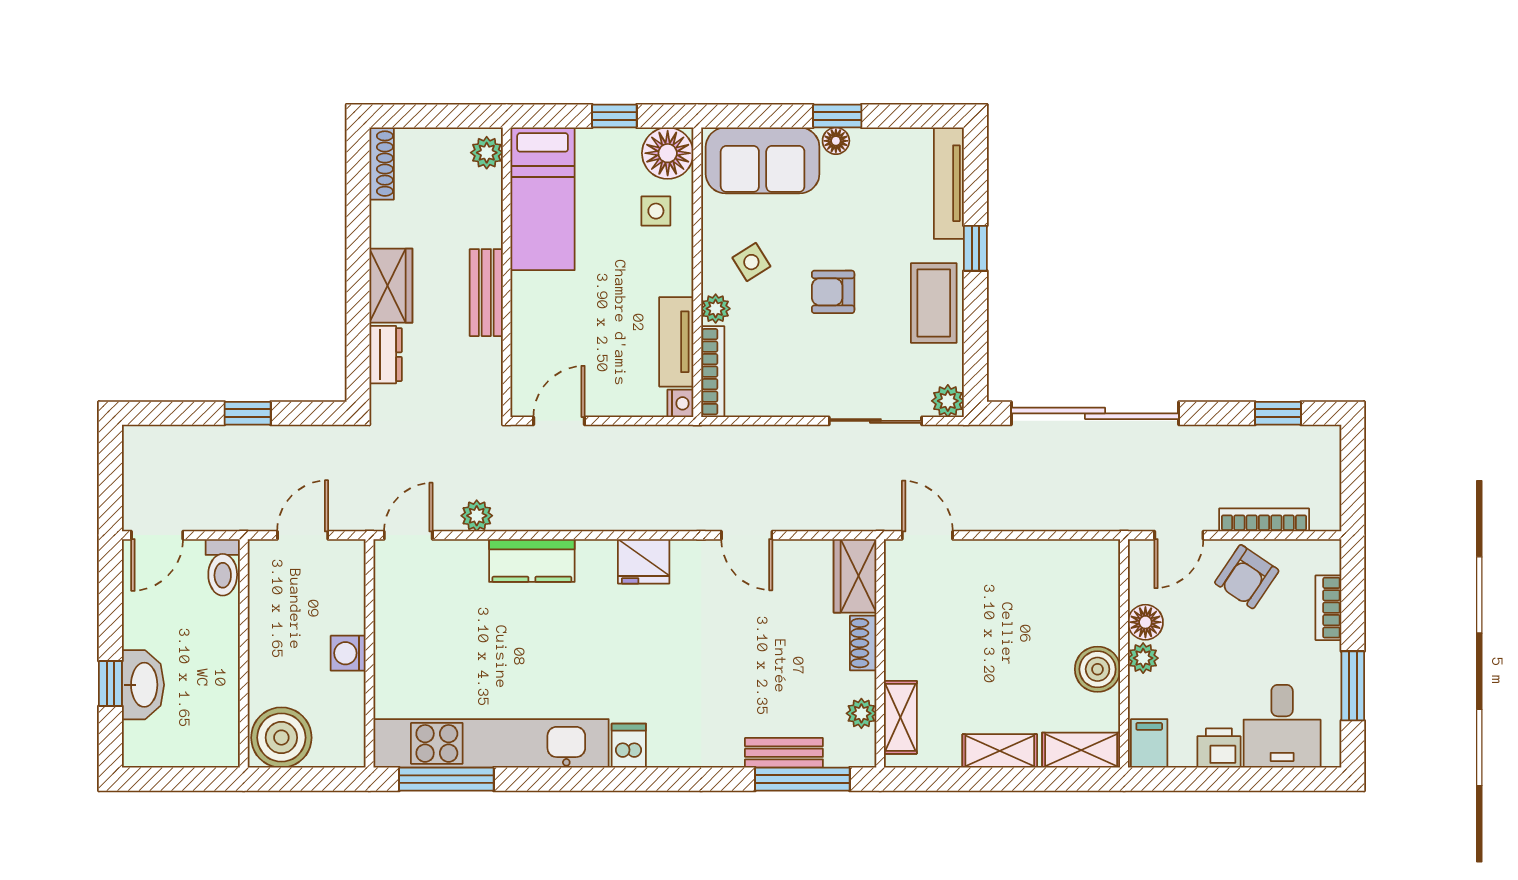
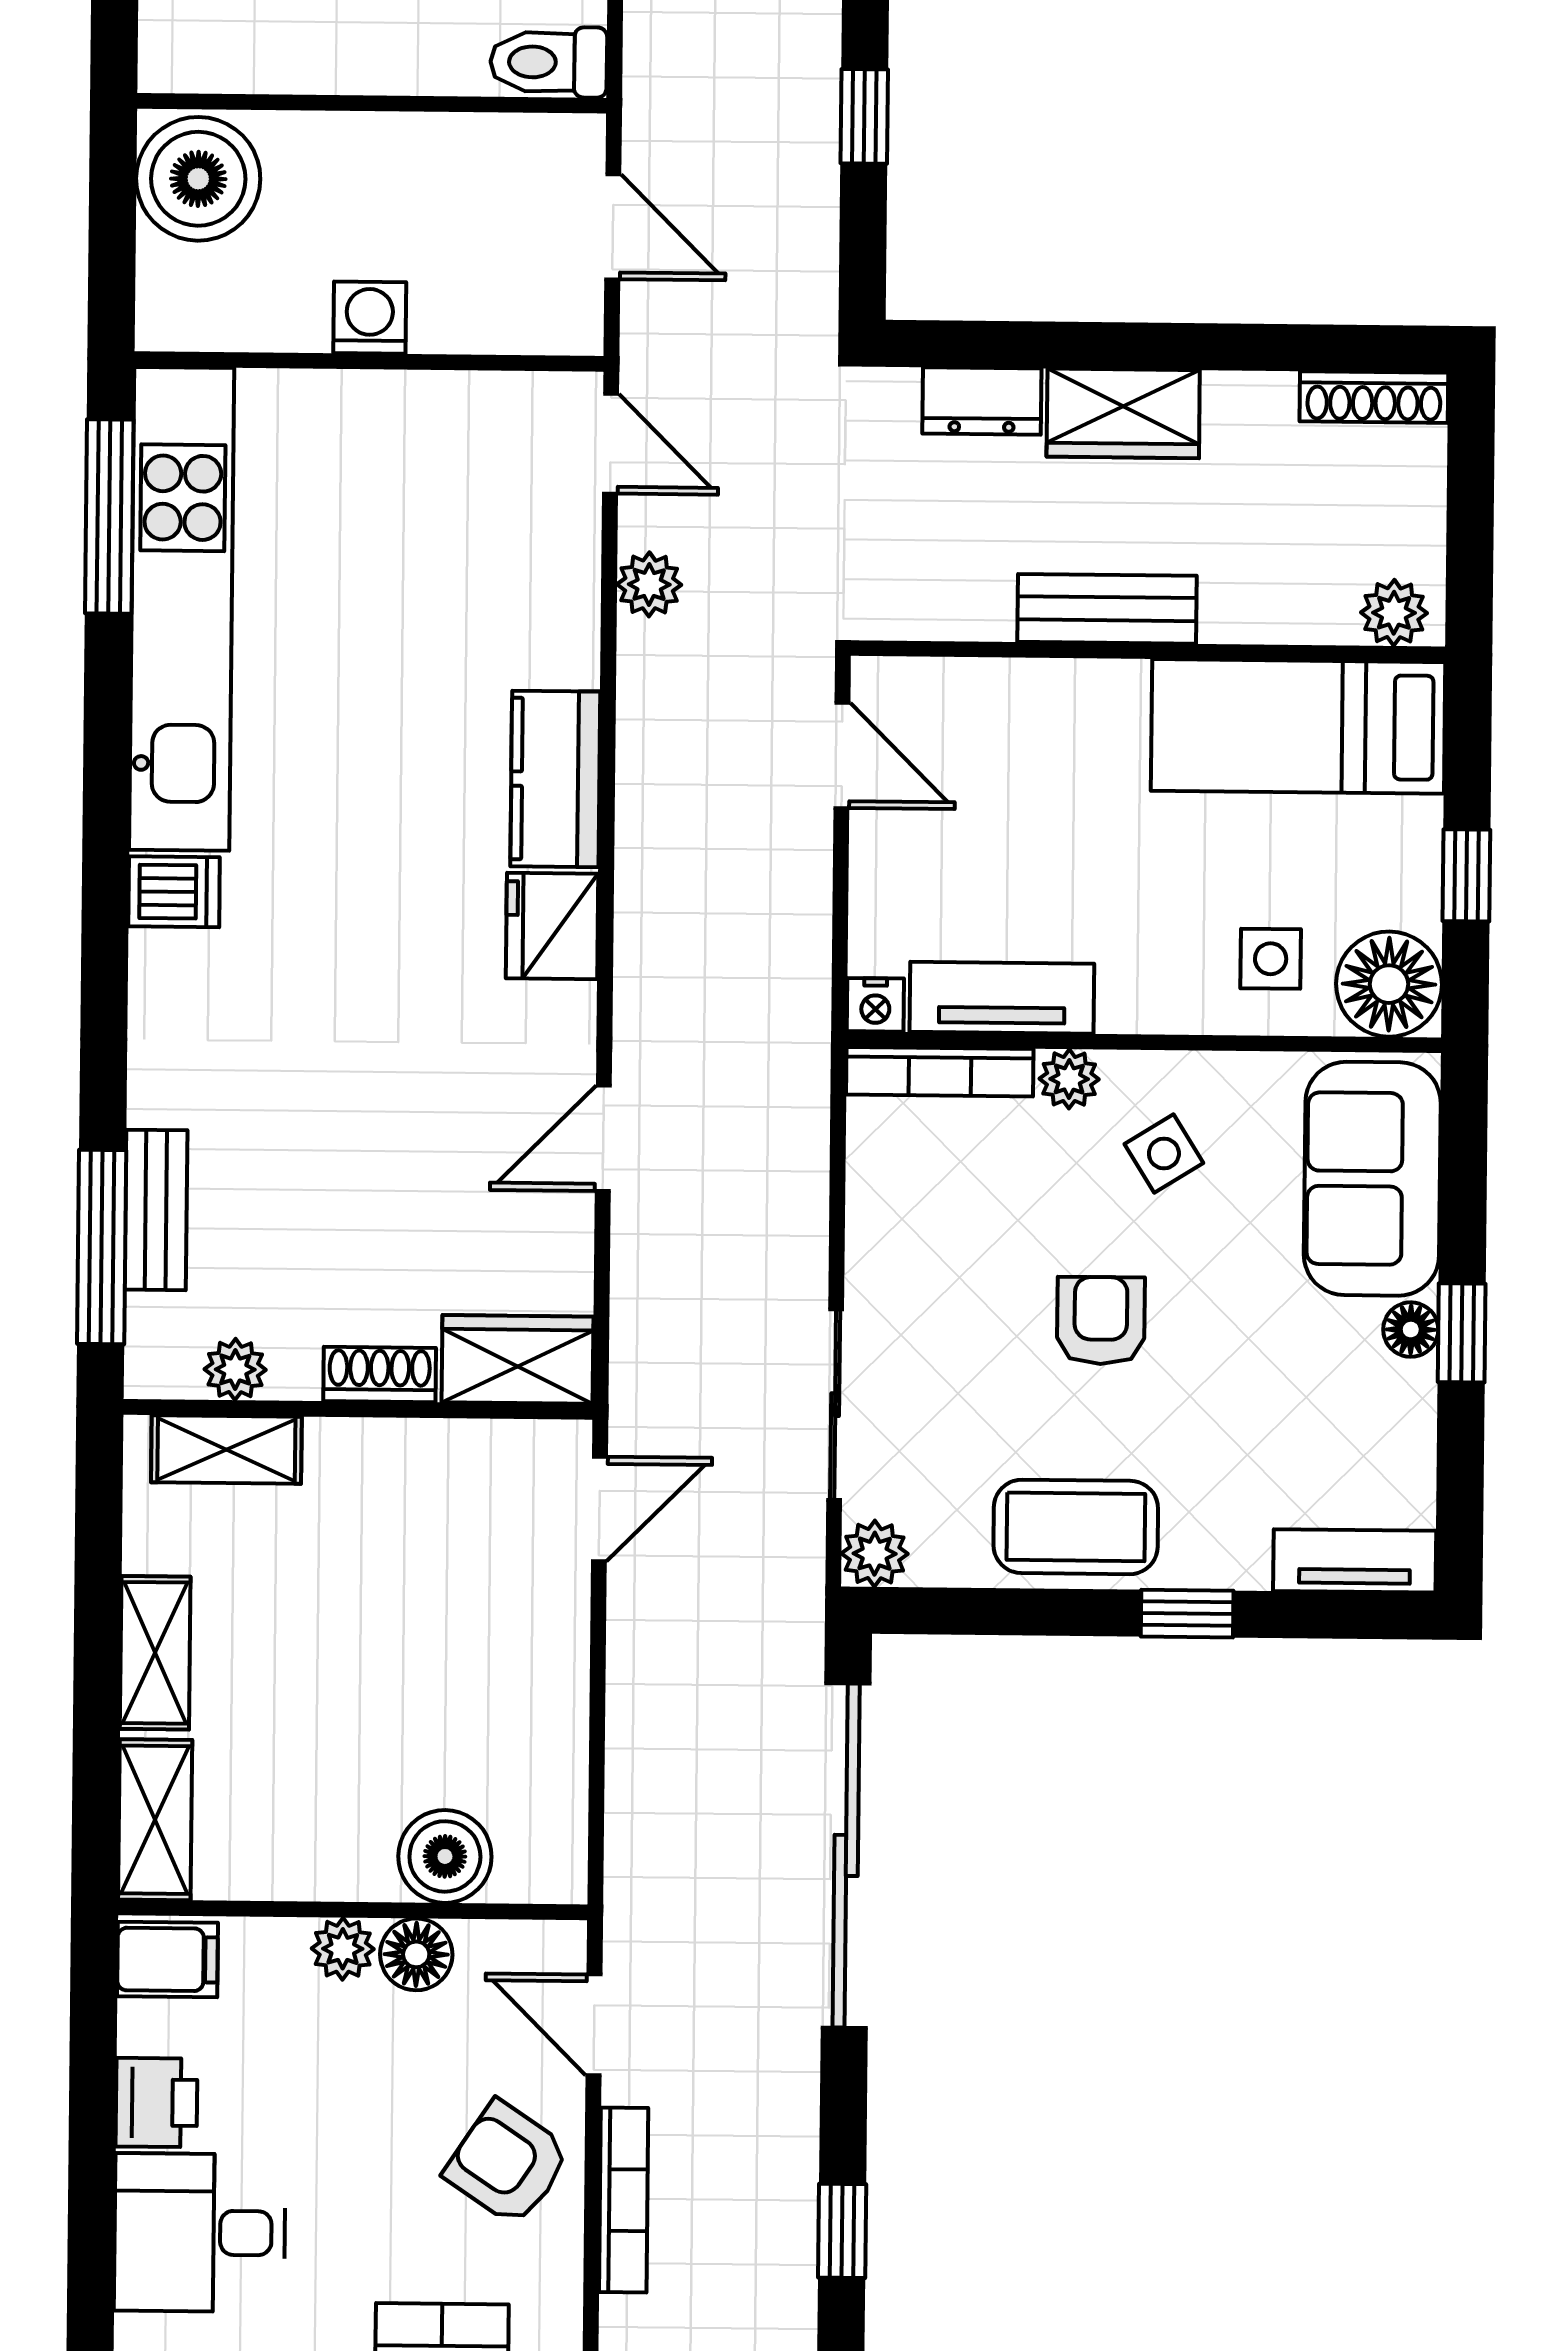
tv unit: (949, 183) -> (1355, 1561), width x0.71
kitchen counter: (532, 560) -> (555, 779), moved
boiler: (1098, 669) -> (445, 1856), moved

